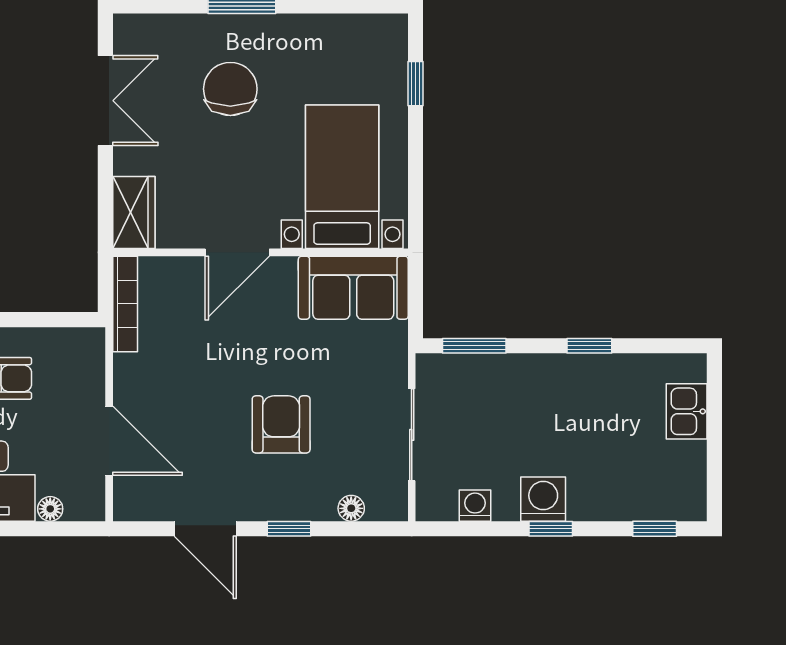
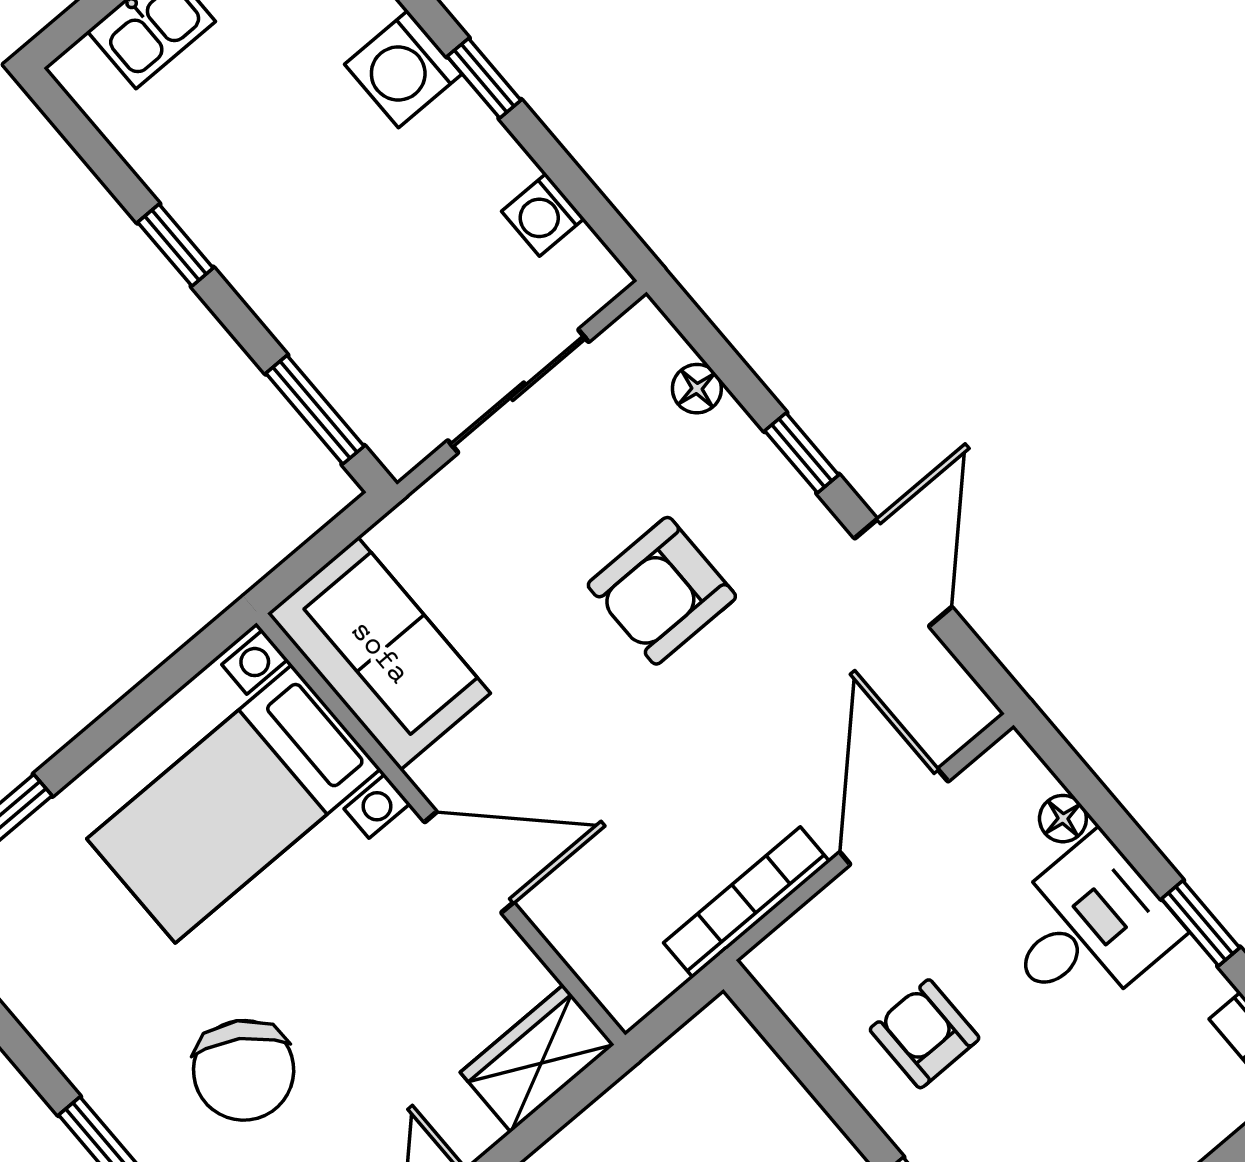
chair: (230, 89) -> (244, 1070), turned -57
bookcase: (125, 304) -> (747, 902), moved
washing machine: (543, 499) -> (403, 69), moved

